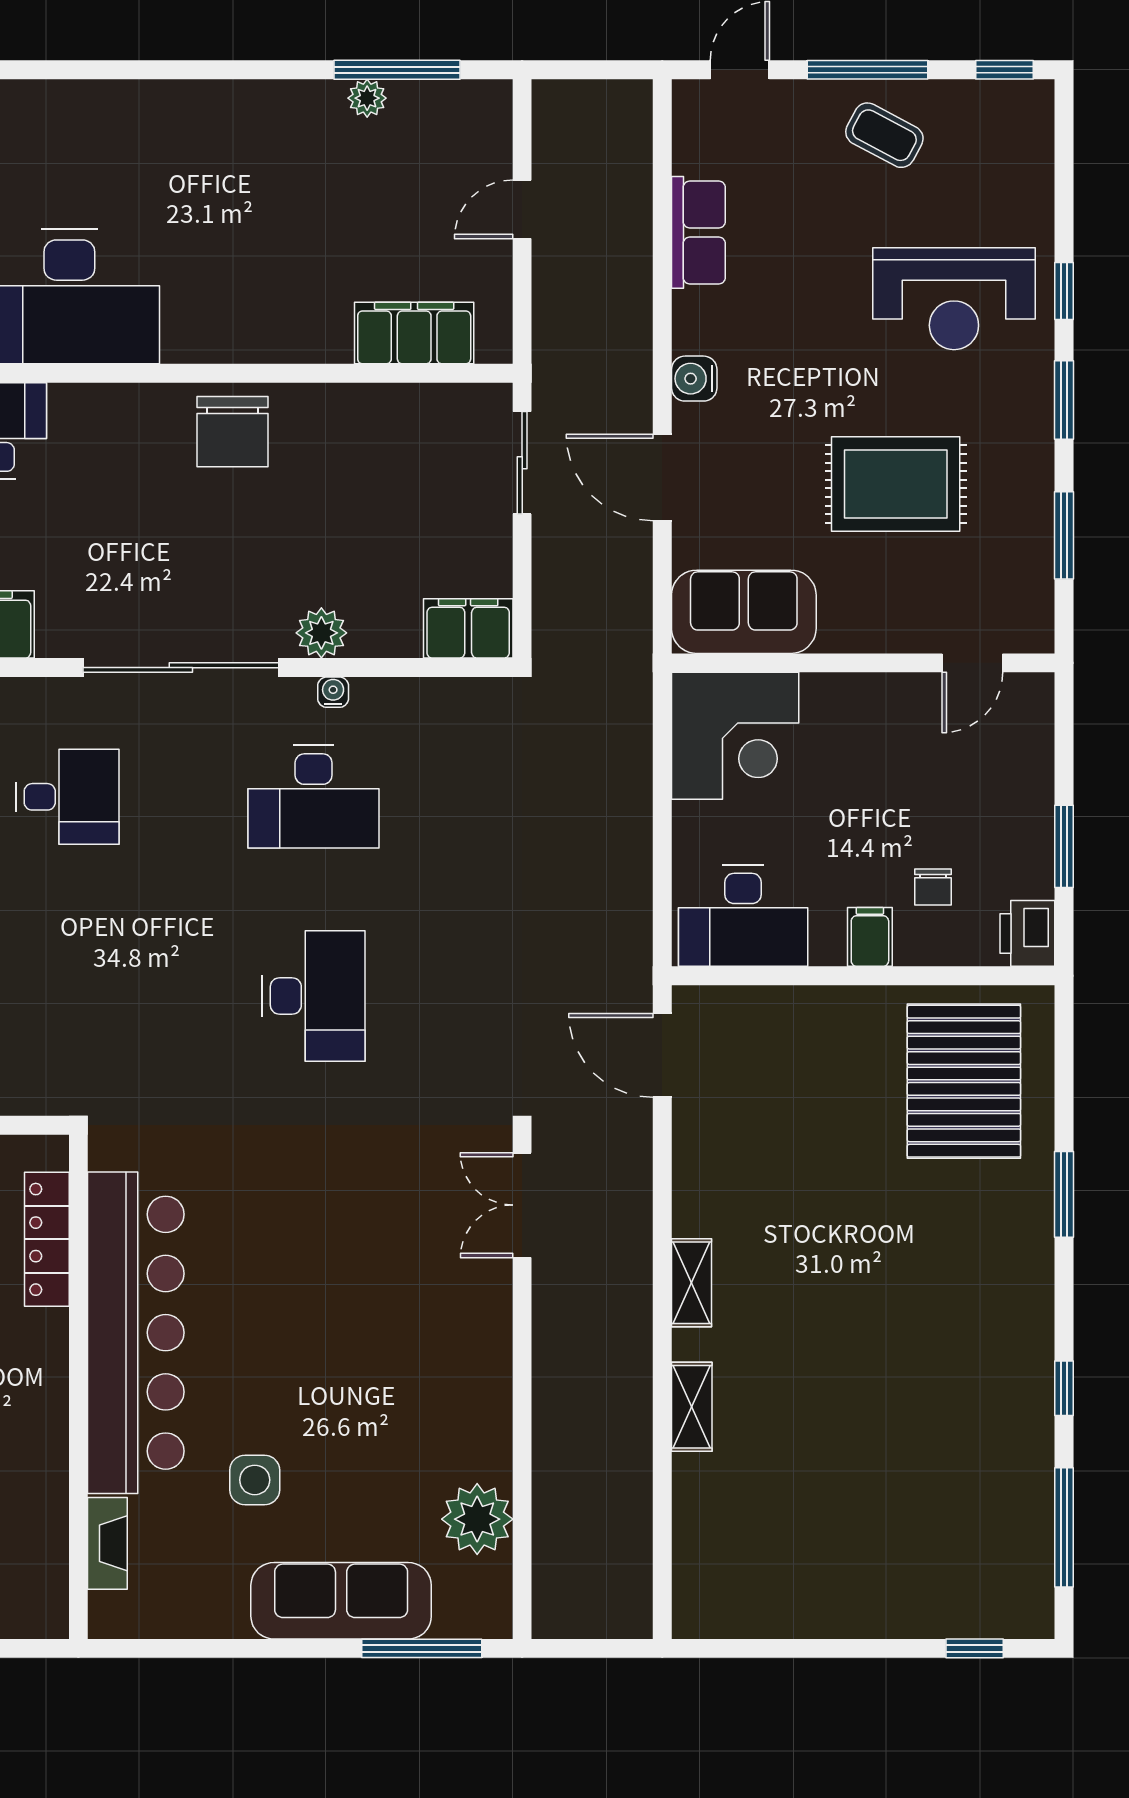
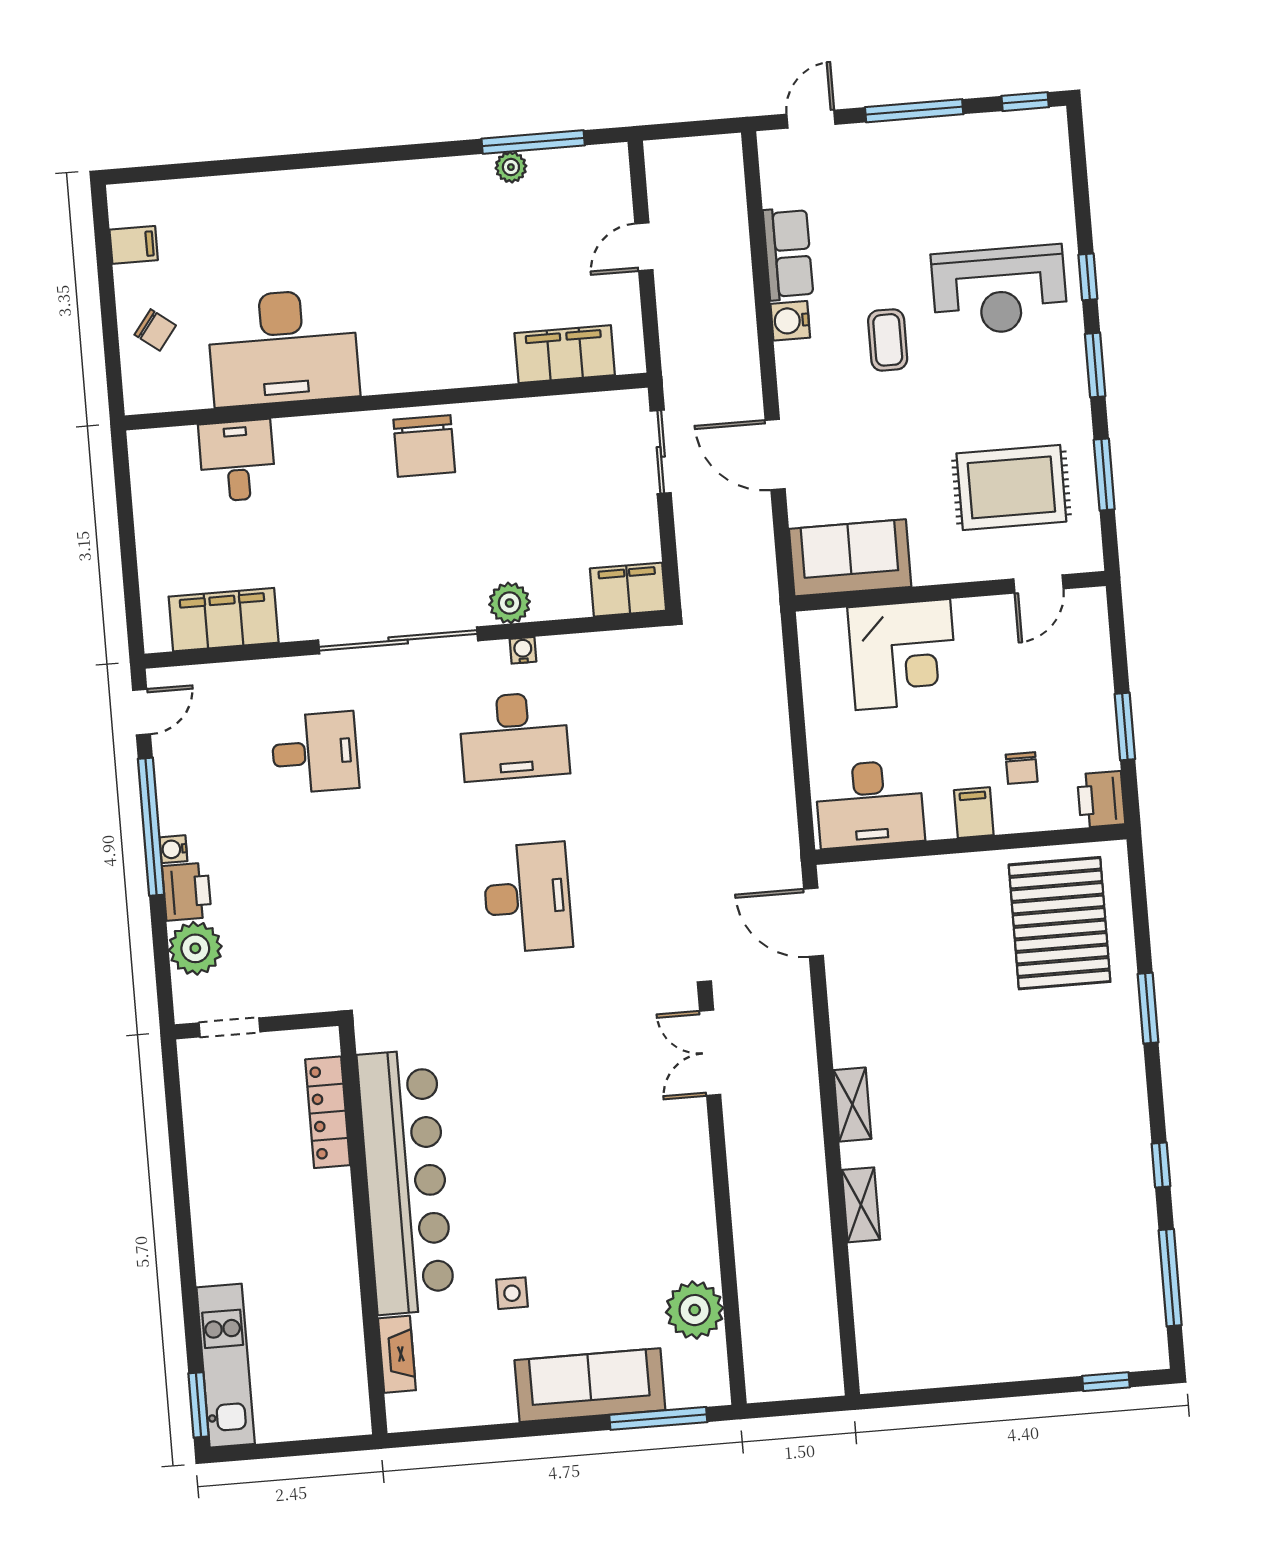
coffee table: (884, 135) -> (888, 340), moved, turned 62
water cooler: (694, 379) -> (790, 321), moved
rug: (896, 484) -> (1011, 487), moved
corner desk: (735, 736) -> (903, 654), moved
side table: (255, 1480) -> (512, 1293), width x0.73, depth x0.73

